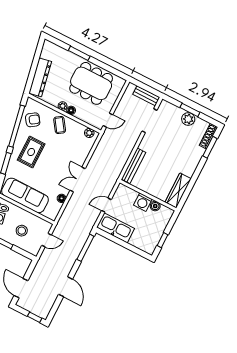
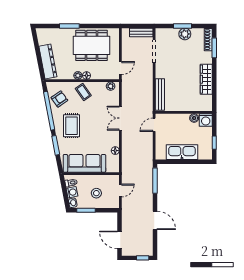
double door: (78, 179) -> (120, 118), moved
wardrobe: (178, 191) -> (206, 79), moved
washing machine: (143, 202) -> (206, 120), moved
door: (106, 205) -> (154, 125), moved
kitchen sink: (116, 228) -> (182, 152), moved

